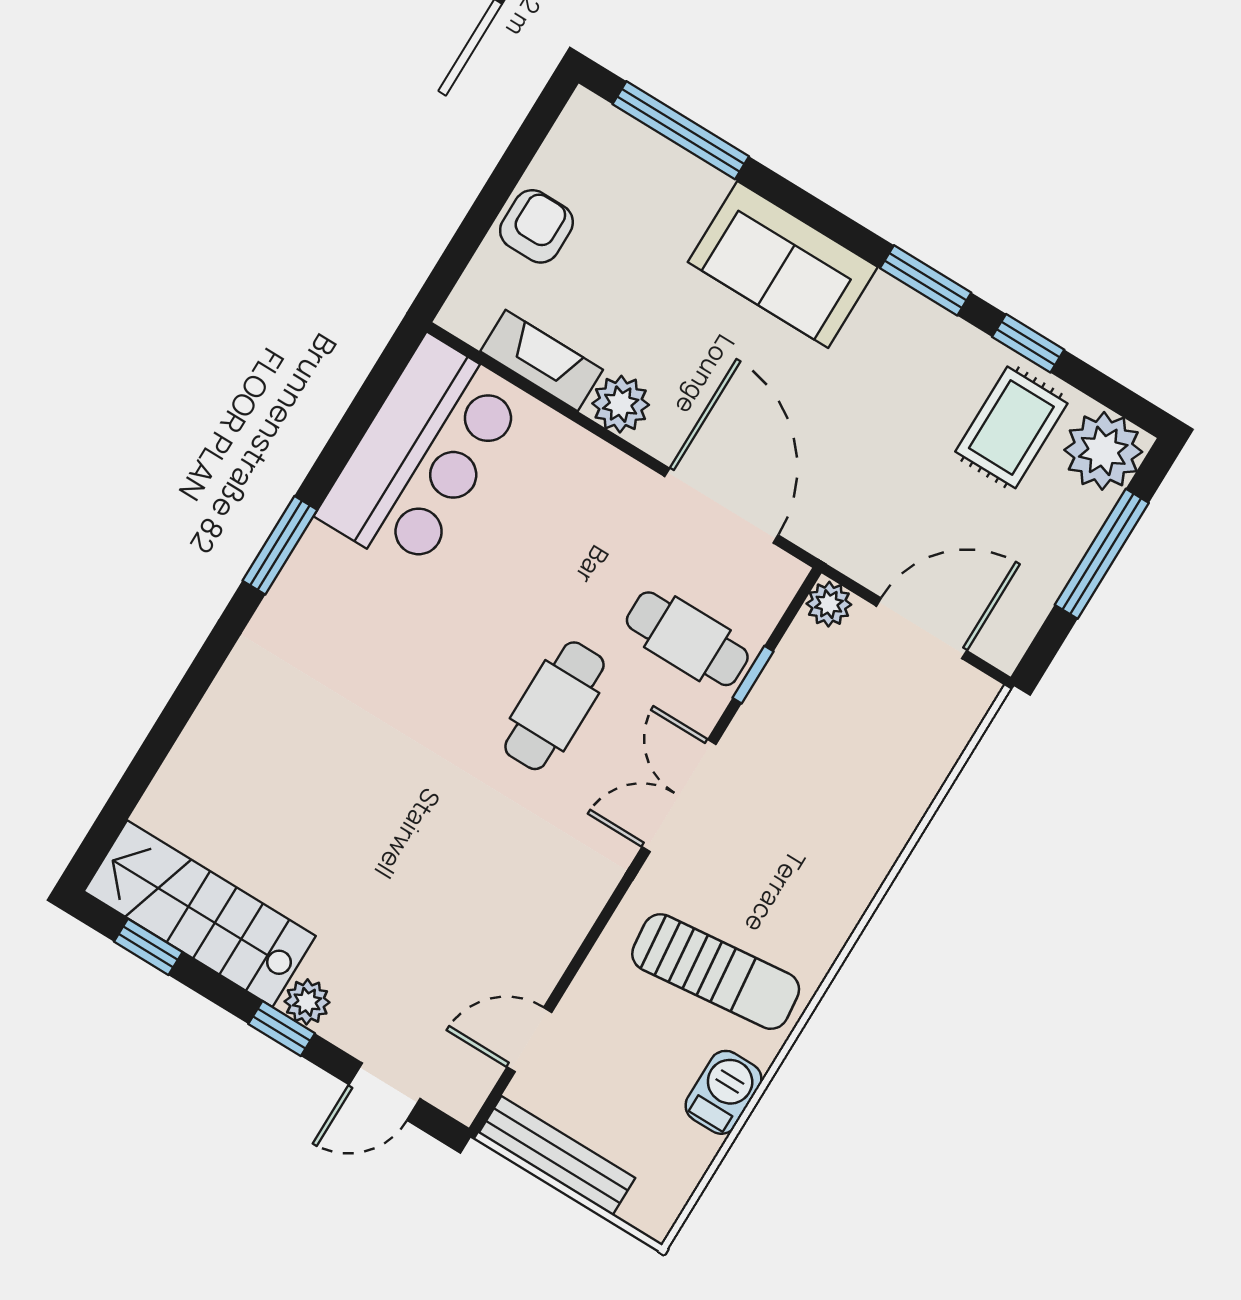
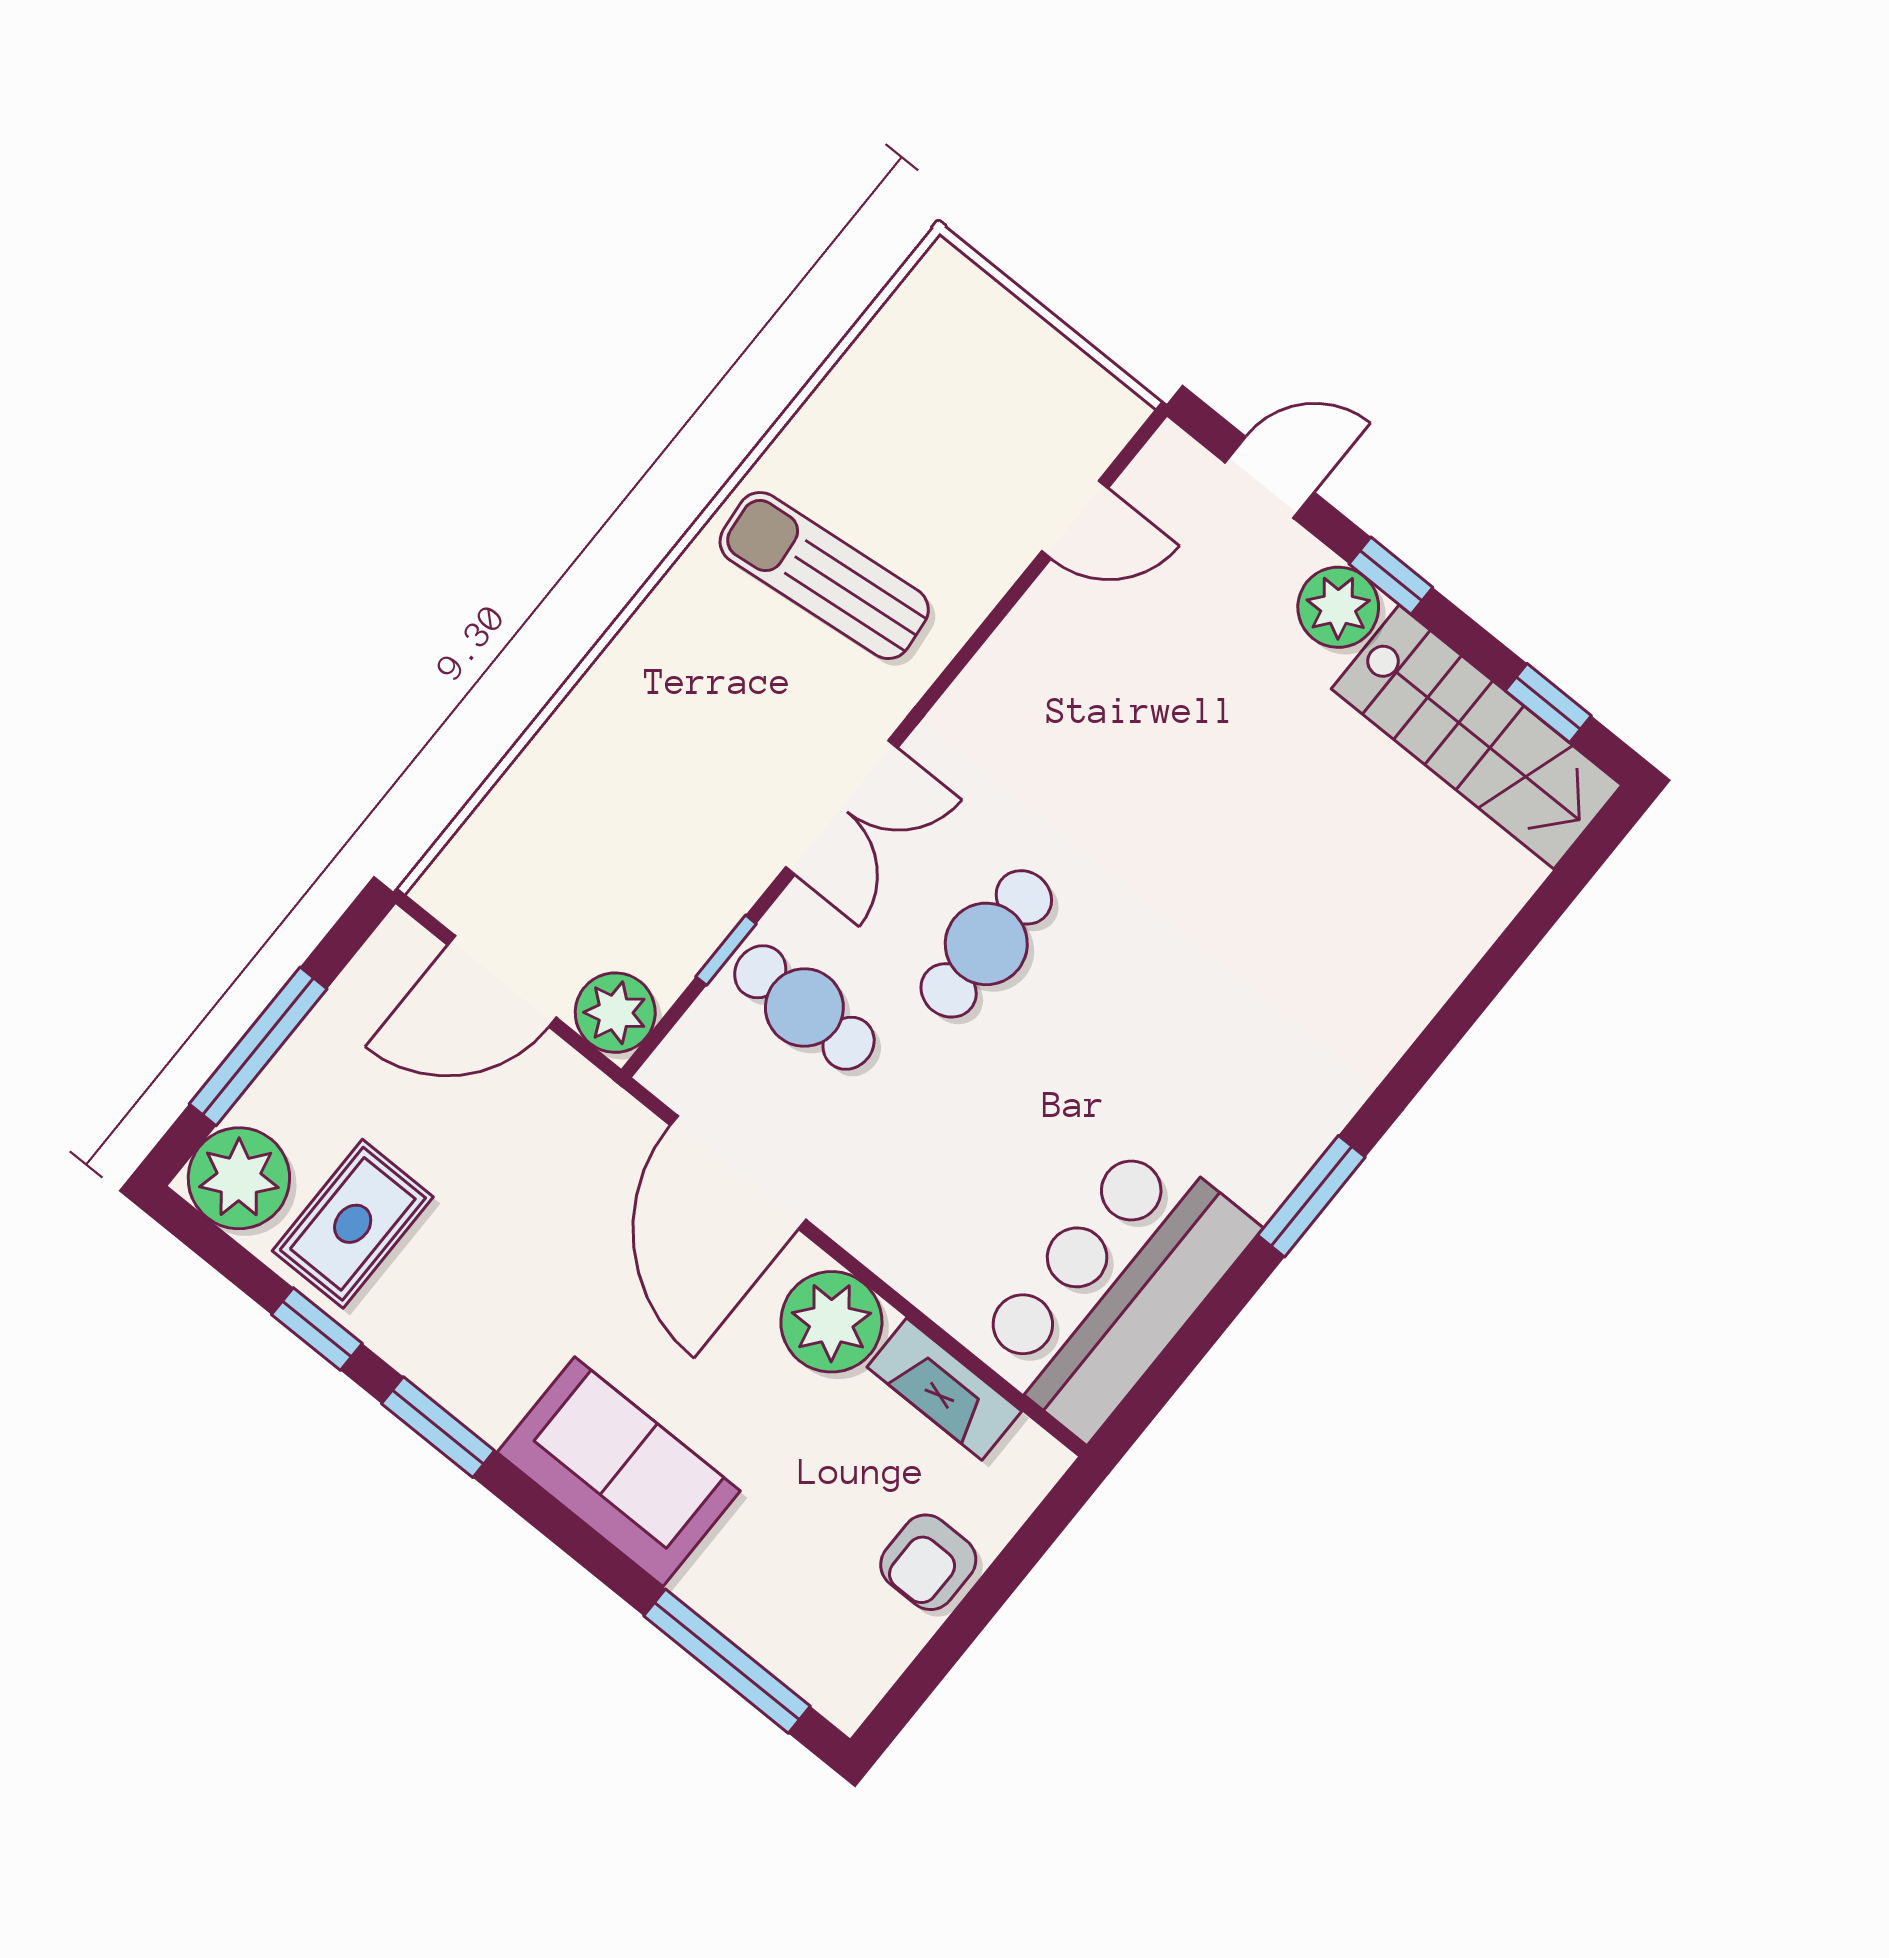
plant: (621, 404) -> (831, 1322), width x1.36, depth x1.36
plant: (829, 604) -> (615, 1013), width x1.38, depth x1.38
plant: (307, 1002) -> (1338, 607), width x1.38, depth x1.38
barbecue: (724, 1092) -> (835, 419), removed
bench: (557, 1156) -> (1059, 366), removed

